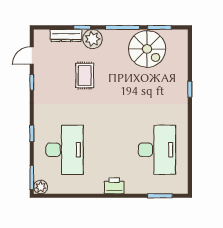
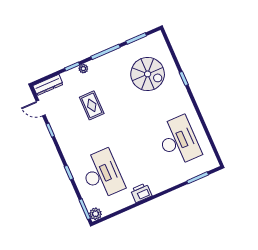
dresser: (66, 35) -> (48, 85), moved
plant: (92, 39) -> (83, 69), width x0.53, depth x0.53
spiral stairs: (147, 49) -> (148, 74), moved
door: (32, 56) -> (41, 108), hinge flipped
printer: (114, 186) -> (141, 193), moved

